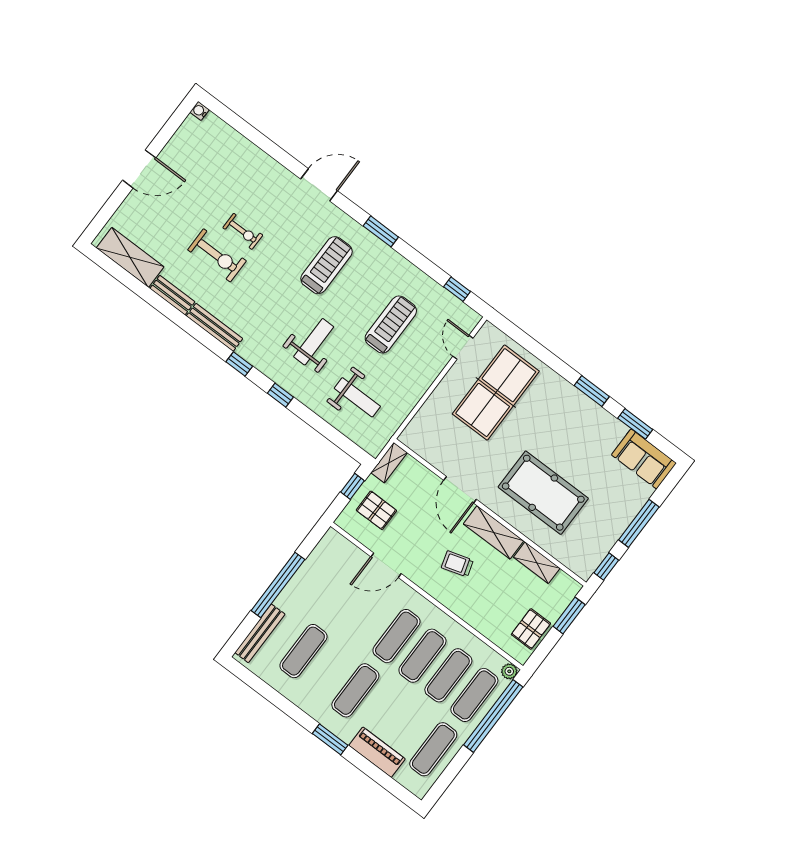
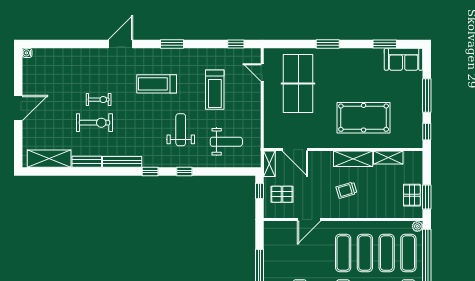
treadmill: (326, 265) -> (157, 84), turned -90
treadmill: (391, 324) -> (215, 90), turned 180
window: (592, 391) -> (328, 44), moved
door: (460, 490) -> (295, 150), moved
window: (569, 616) -> (427, 197), moved

